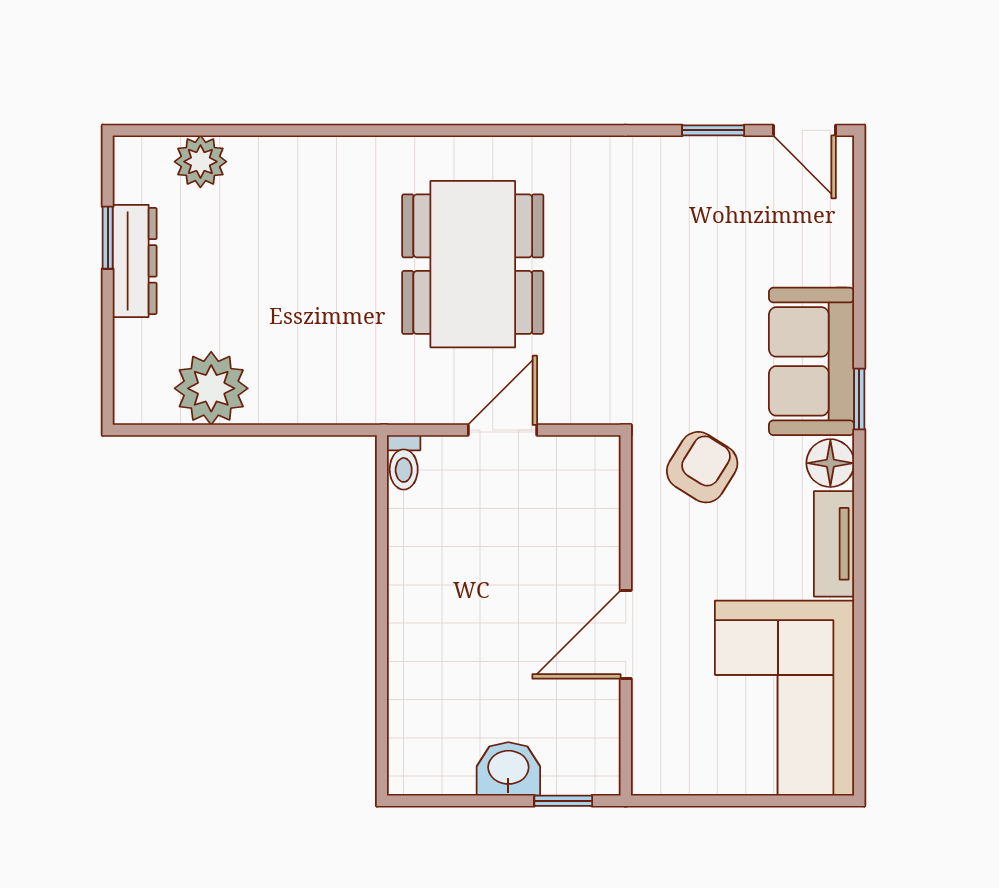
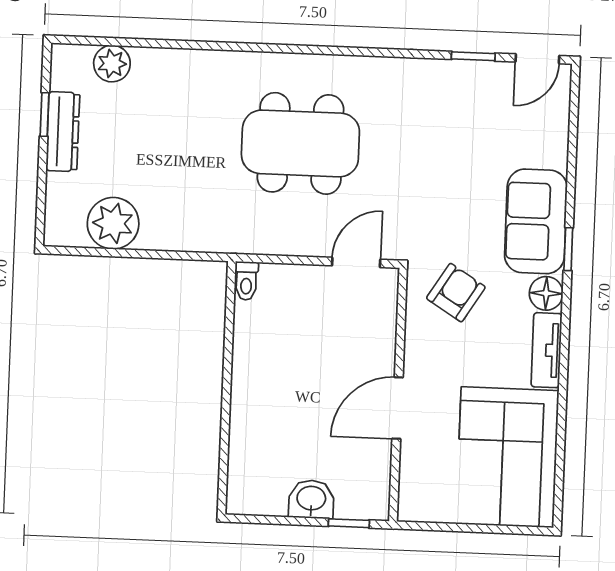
door: (804, 130) -> (537, 59), hinge flipped
dining table: (473, 264) -> (300, 143), turned 90
door: (502, 430) -> (356, 262), moved

